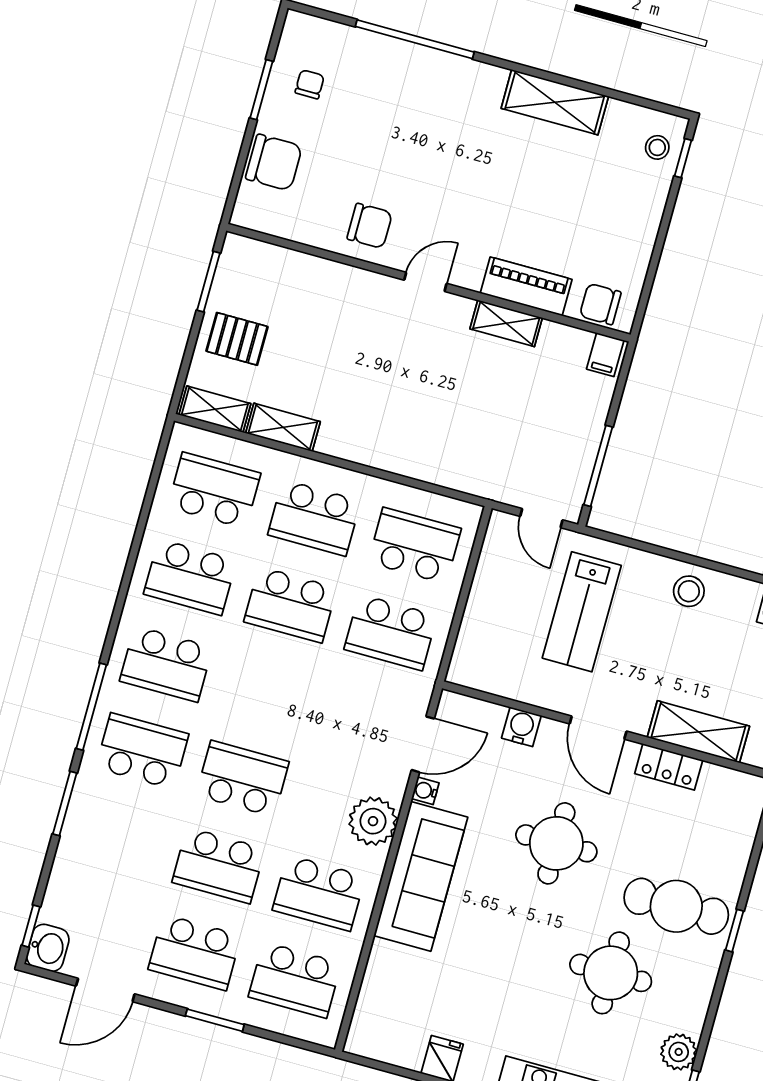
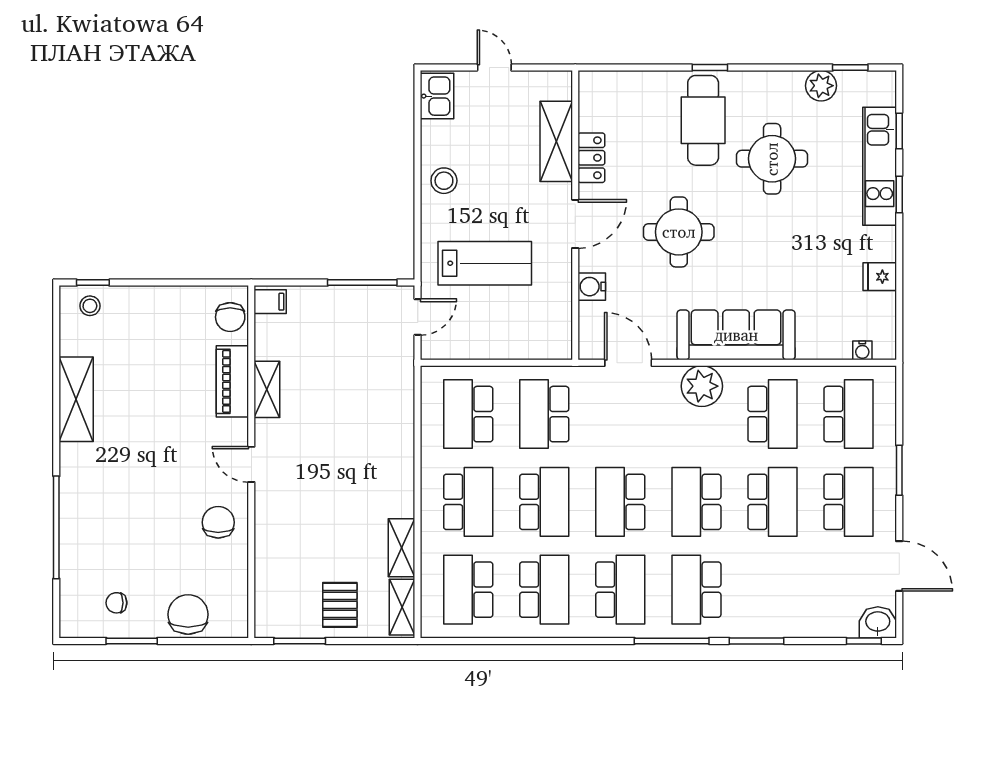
school desk: (391, 632) -> (544, 414), turned 180
school desk: (266, 692) -> (620, 502), added
water cooler: (425, 791) -> (862, 350), moved

